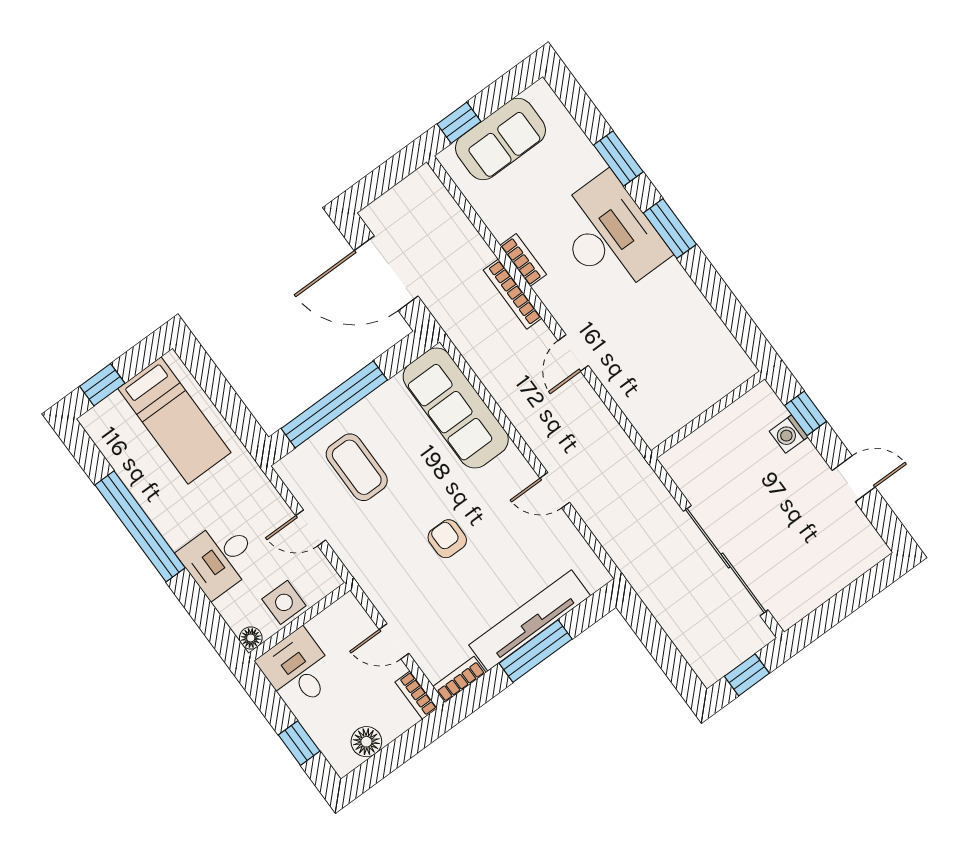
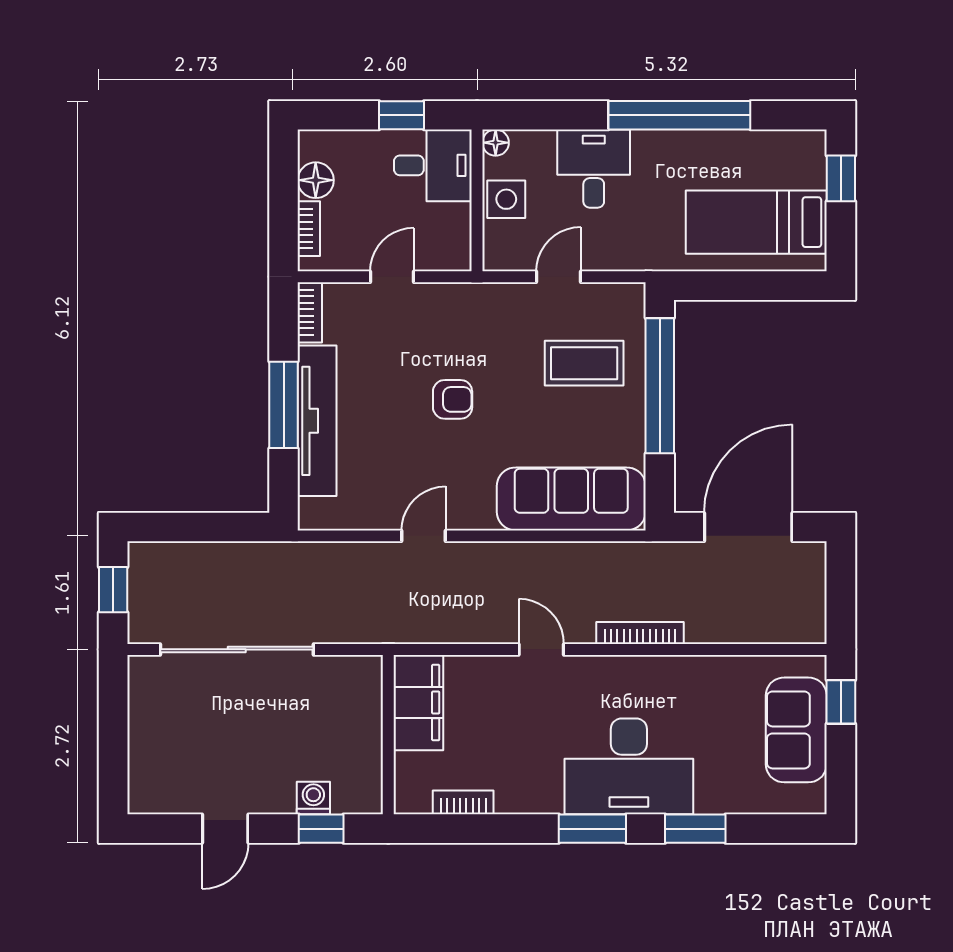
bookcase: (523, 260) -> (463, 802), moved, turned 180
filing cabinet: (671, 410) -> (418, 703), added
bookcase: (416, 695) -> (309, 229), moved, turned 90
window: (299, 743) -> (401, 115), moved

